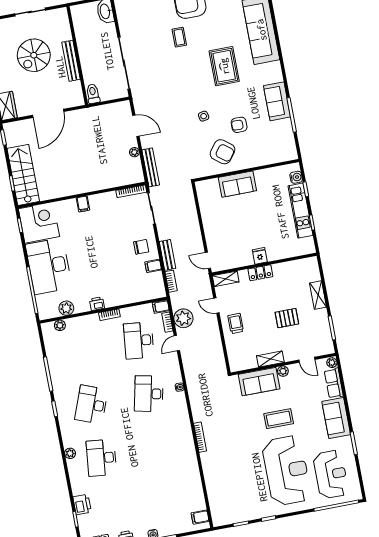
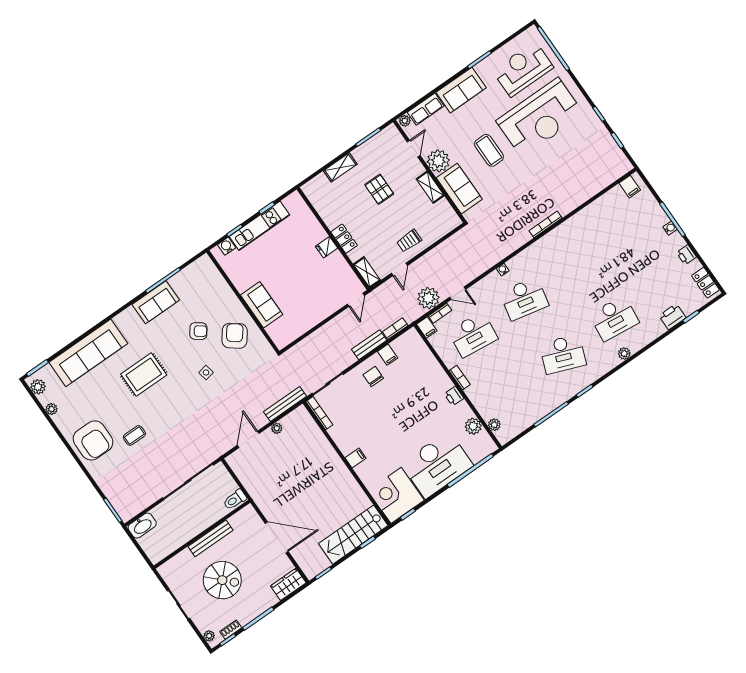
armchair: (239, 125) -> (198, 331), turned -54
plant: (283, 371) -> (438, 161), width x1.88, depth x1.88
reception desk: (287, 471) -> (540, 117), turned 180

